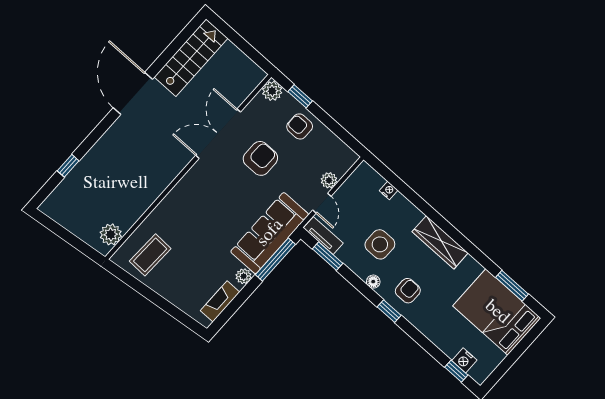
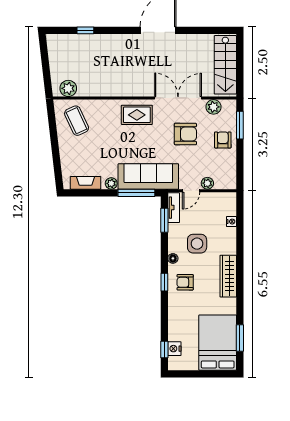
stairs: (191, 58) -> (225, 65), moved, turned 90
plant: (272, 91) -> (214, 107), moved
window: (300, 96) -> (240, 125), width x1.50
rug: (198, 190) -> (137, 115), added
coffee table: (150, 255) -> (77, 121), turned 63
armchair: (408, 291) -> (185, 282), turned 180

